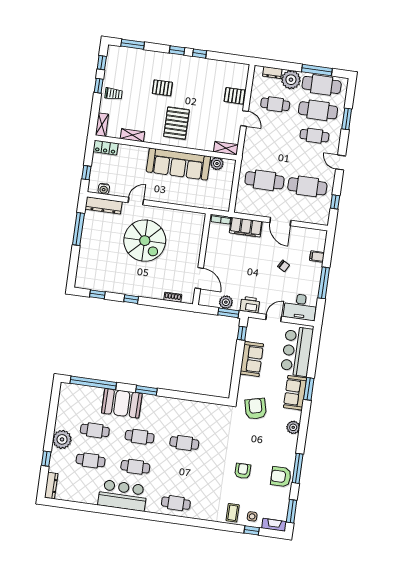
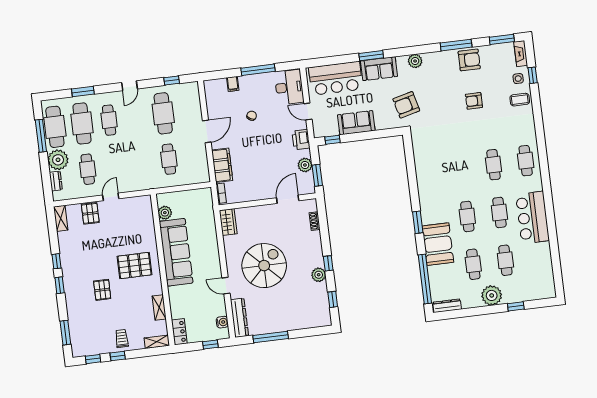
shelving: (226, 148) -> (61, 218), moved
cafe table: (264, 180) -> (169, 159), width x0.73, depth x0.74
wardrobe: (193, 219) -> (228, 222), added
plant: (123, 288) -> (319, 275), added
window: (228, 313) -> (317, 175), moved
cafe table: (184, 443) -> (493, 165), moved
armchair: (281, 477) -> (469, 60), turned -90
dresser: (51, 486) -> (447, 306), moved

